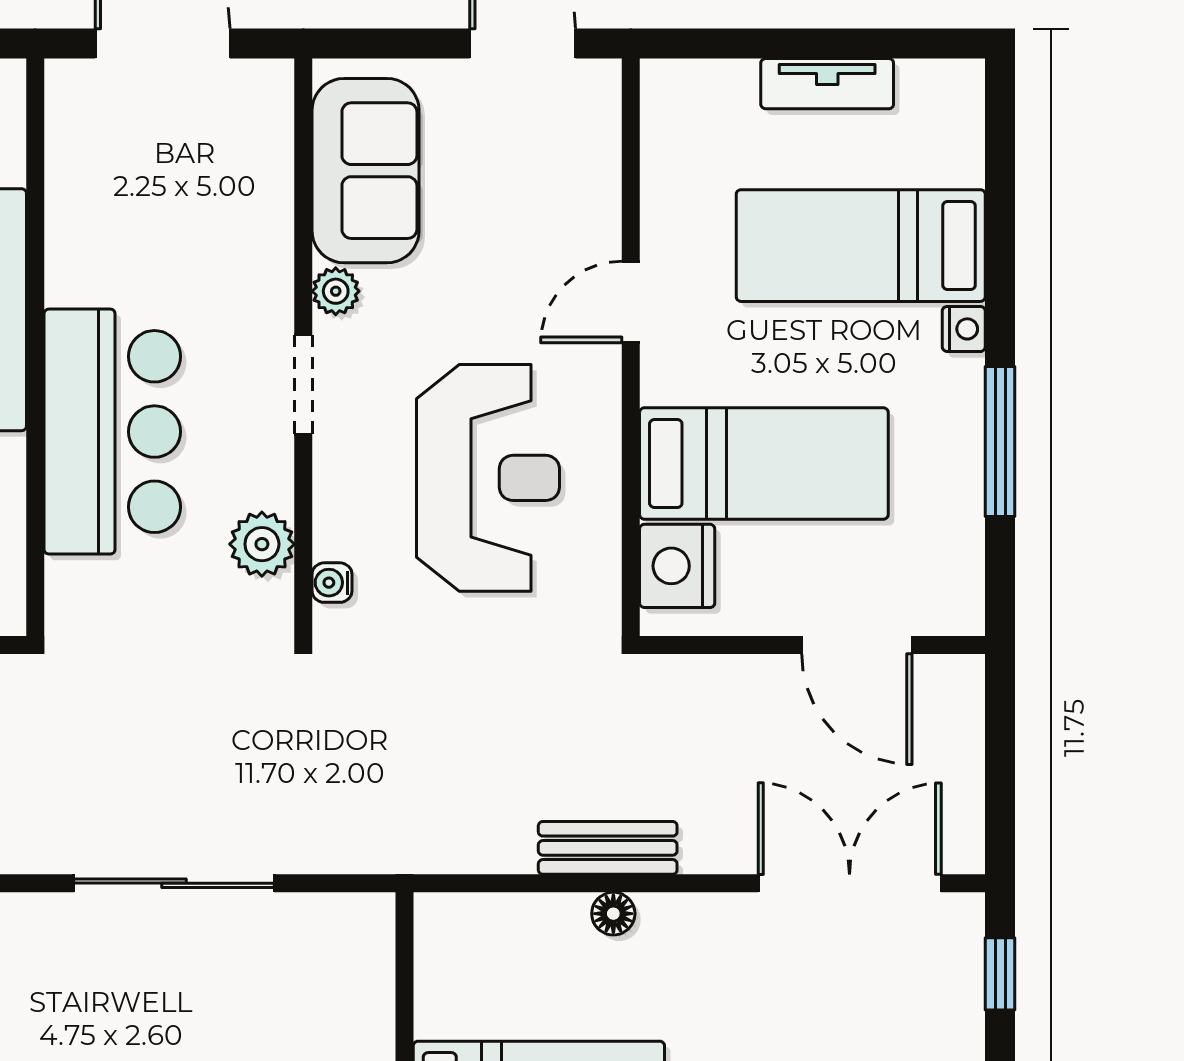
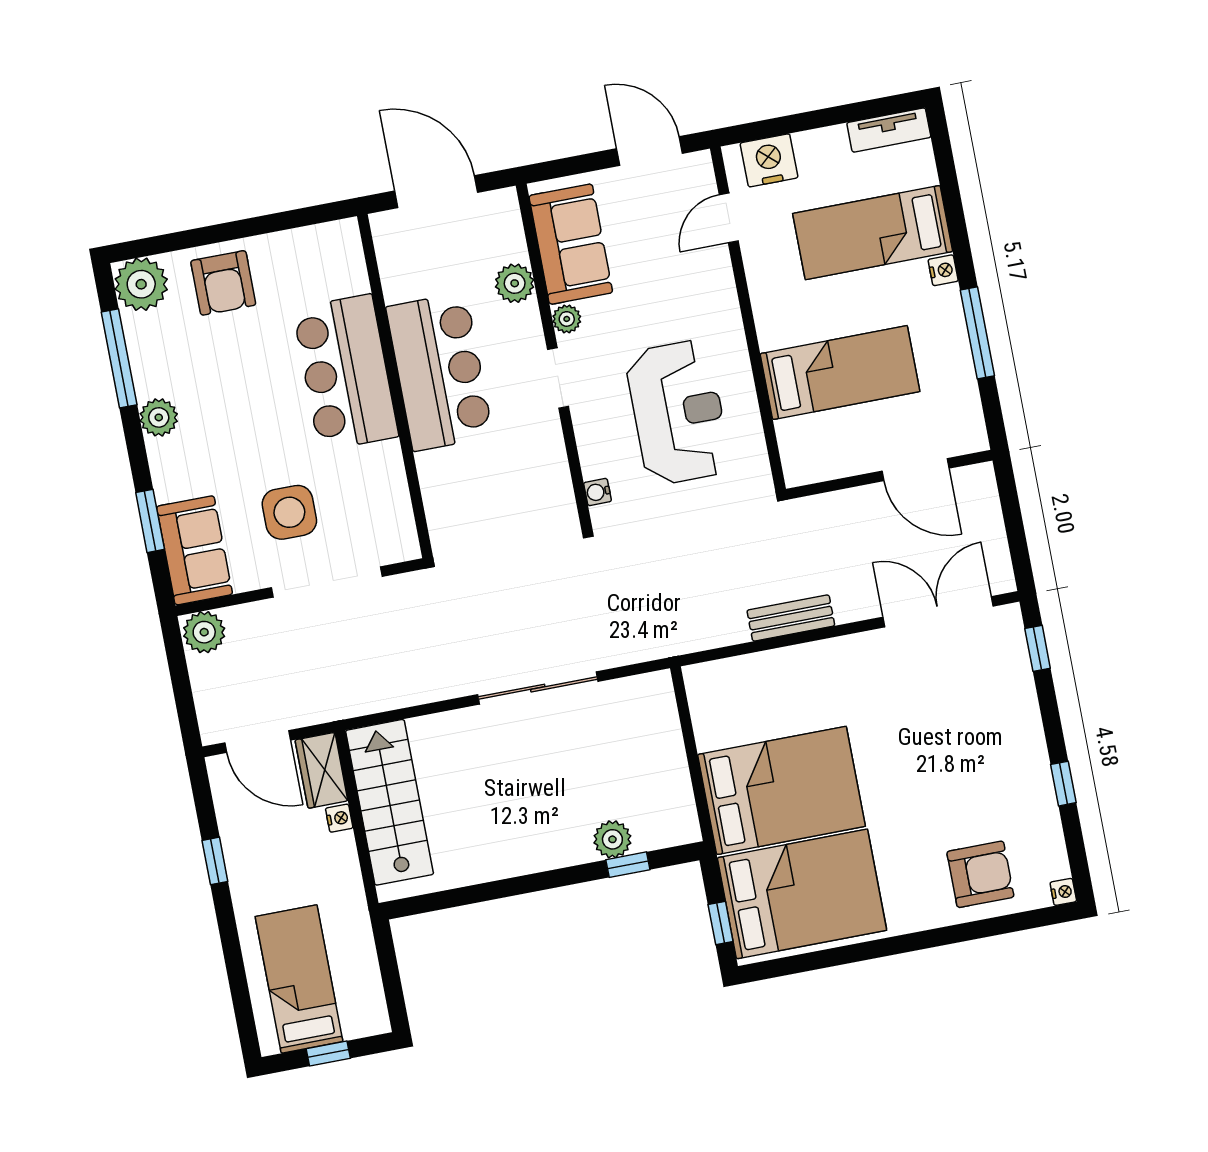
tv unit: (827, 84) -> (889, 130), moved
door: (631, 302) -> (729, 218), moved
bar counter: (112, 432) -> (440, 372), moved
plant: (262, 544) -> (515, 283), moved
nightstand: (677, 566) -> (769, 160), moved, turned 90
floor lamp: (613, 914) -> (802, 656), removed

